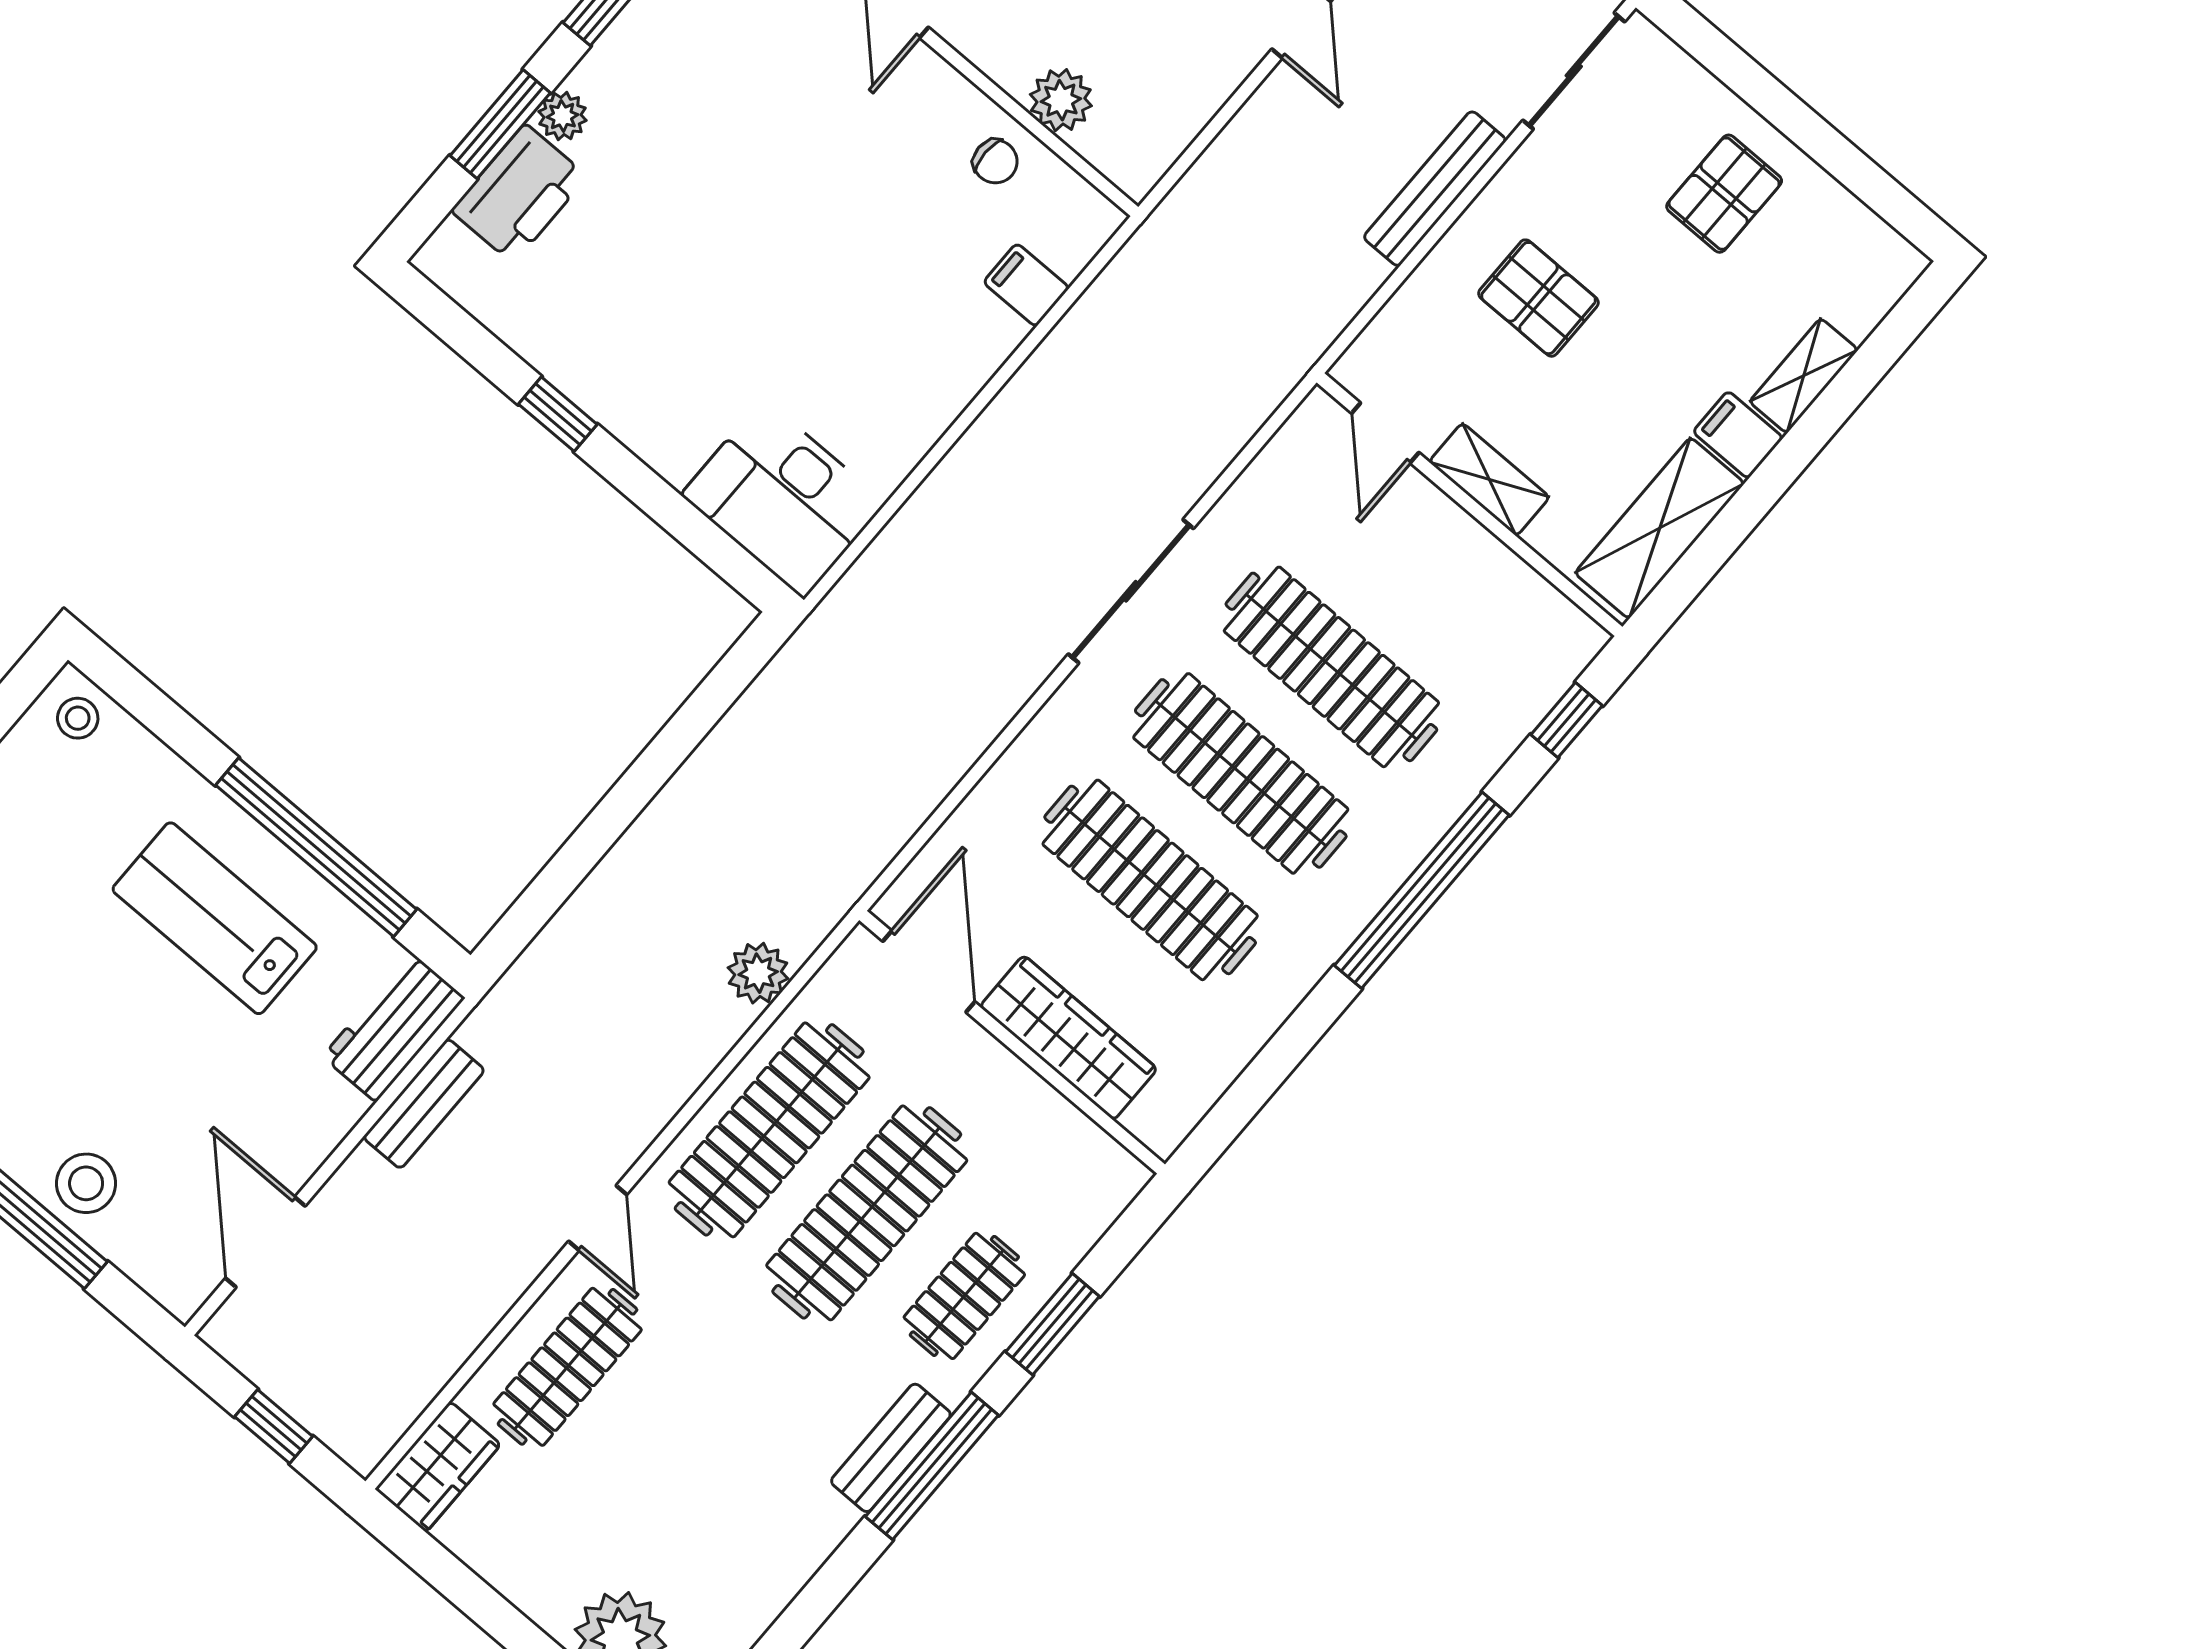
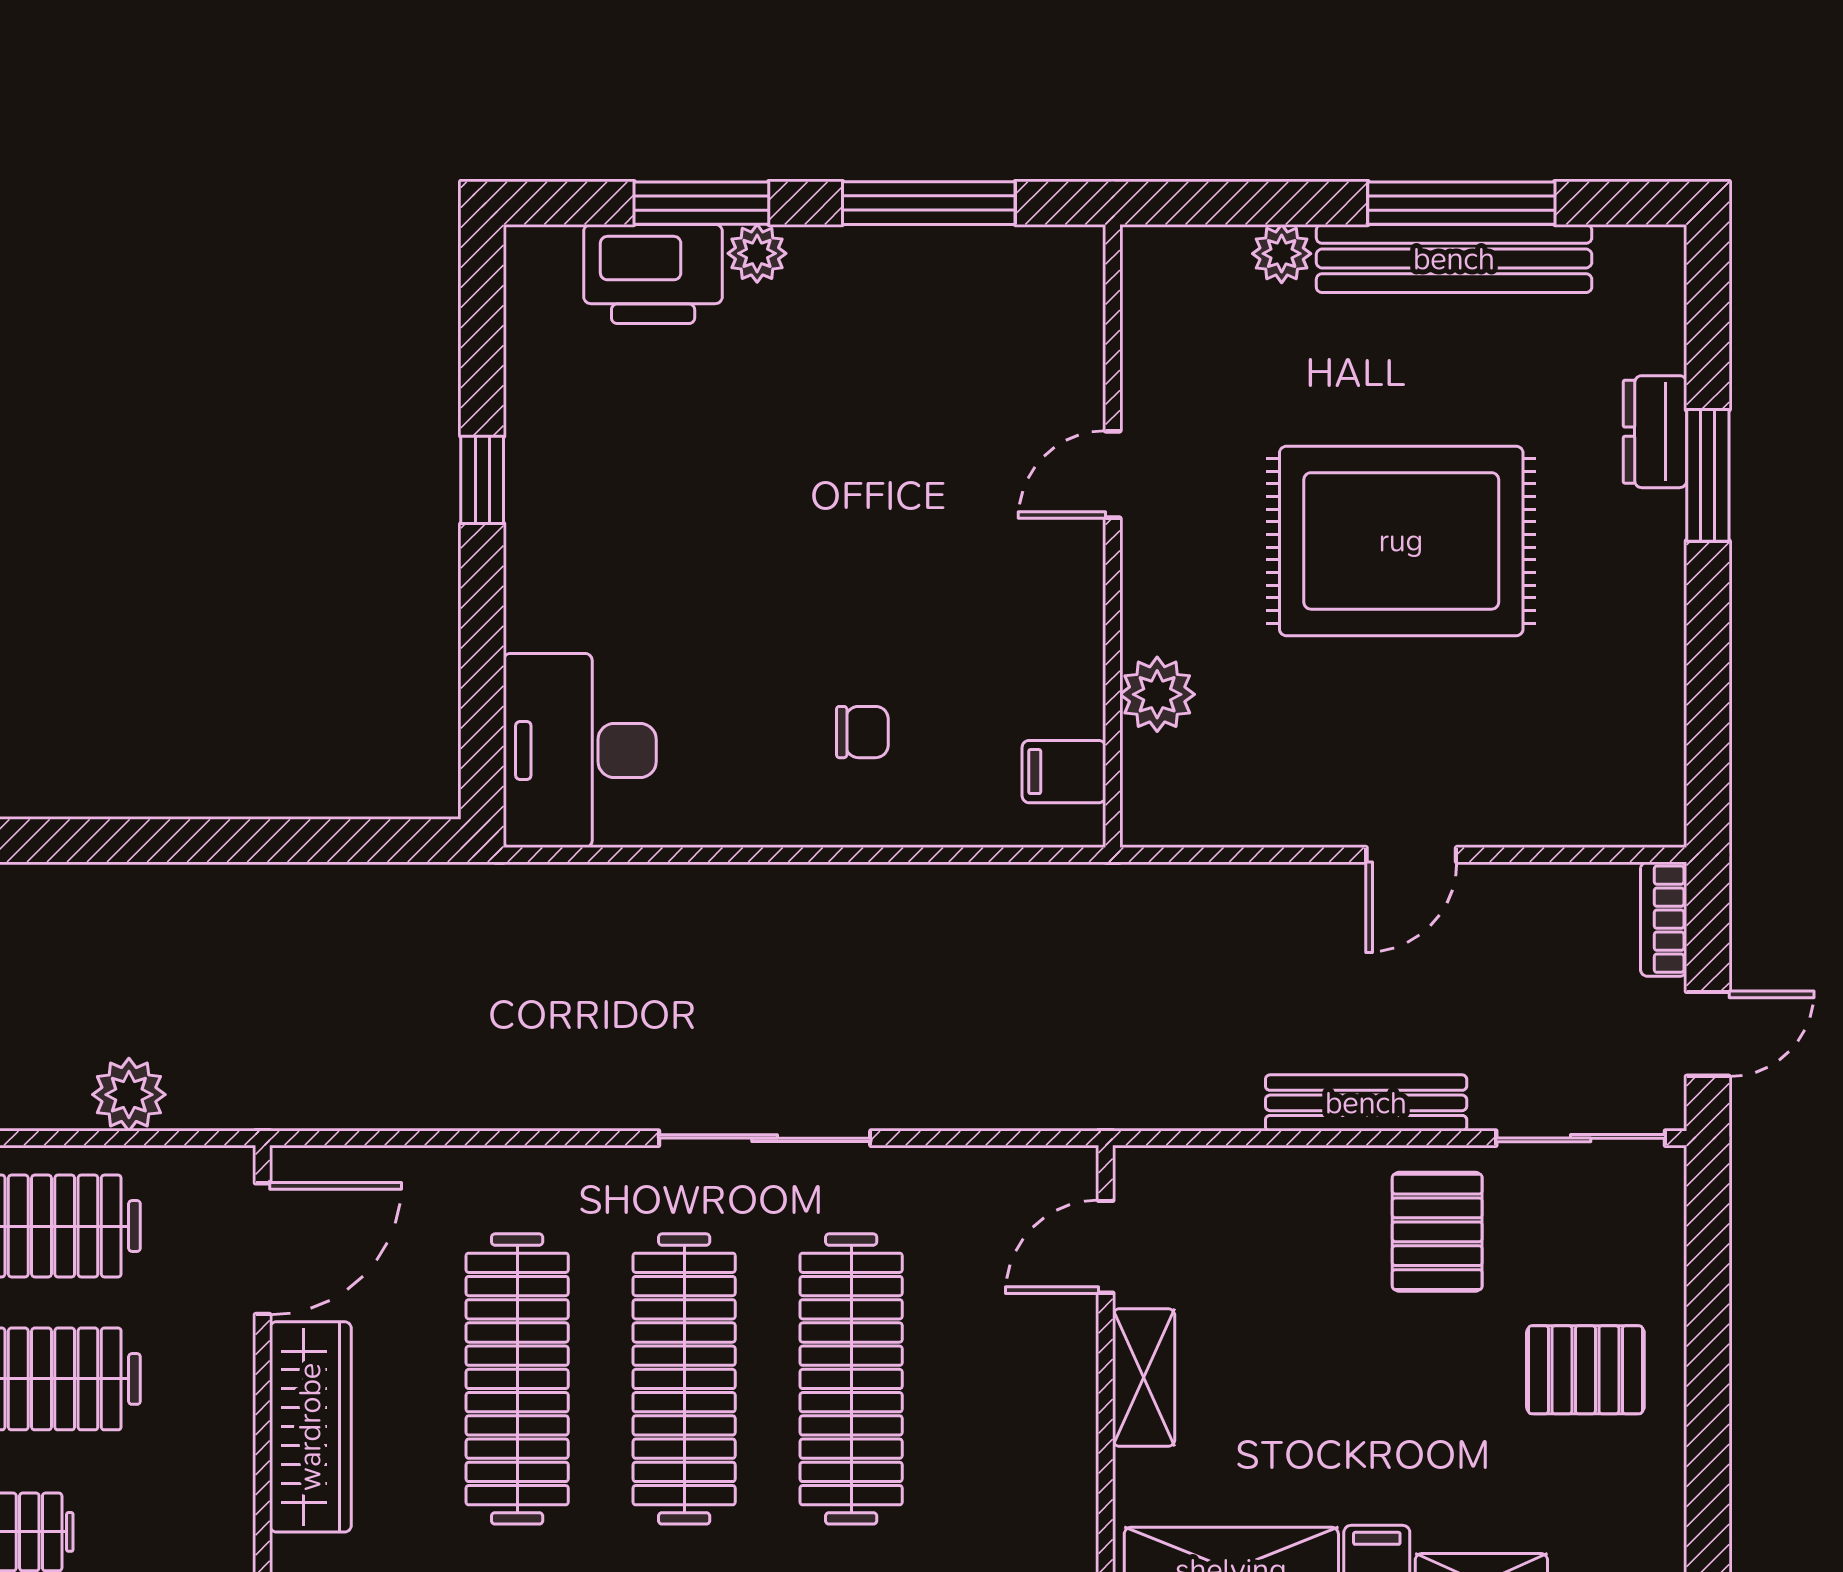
chair: (995, 161) -> (862, 732), moved, turned -90
filing cabinet: (1026, 285) -> (1064, 772), moved, turned -90
pallet: (1538, 298) -> (1437, 1232), moved

